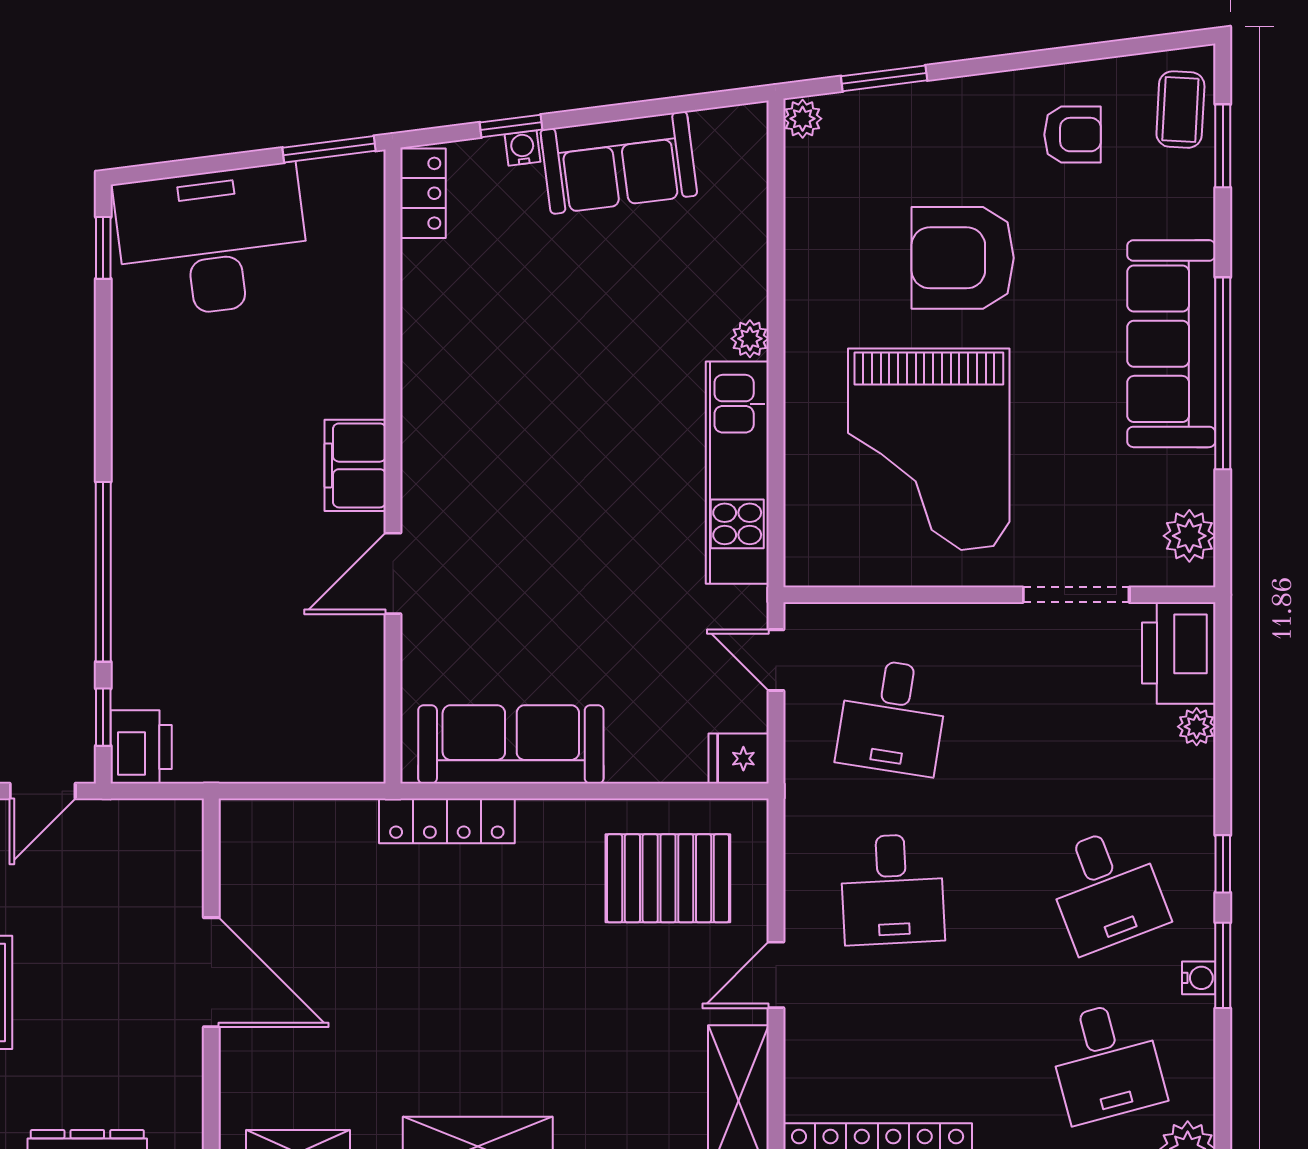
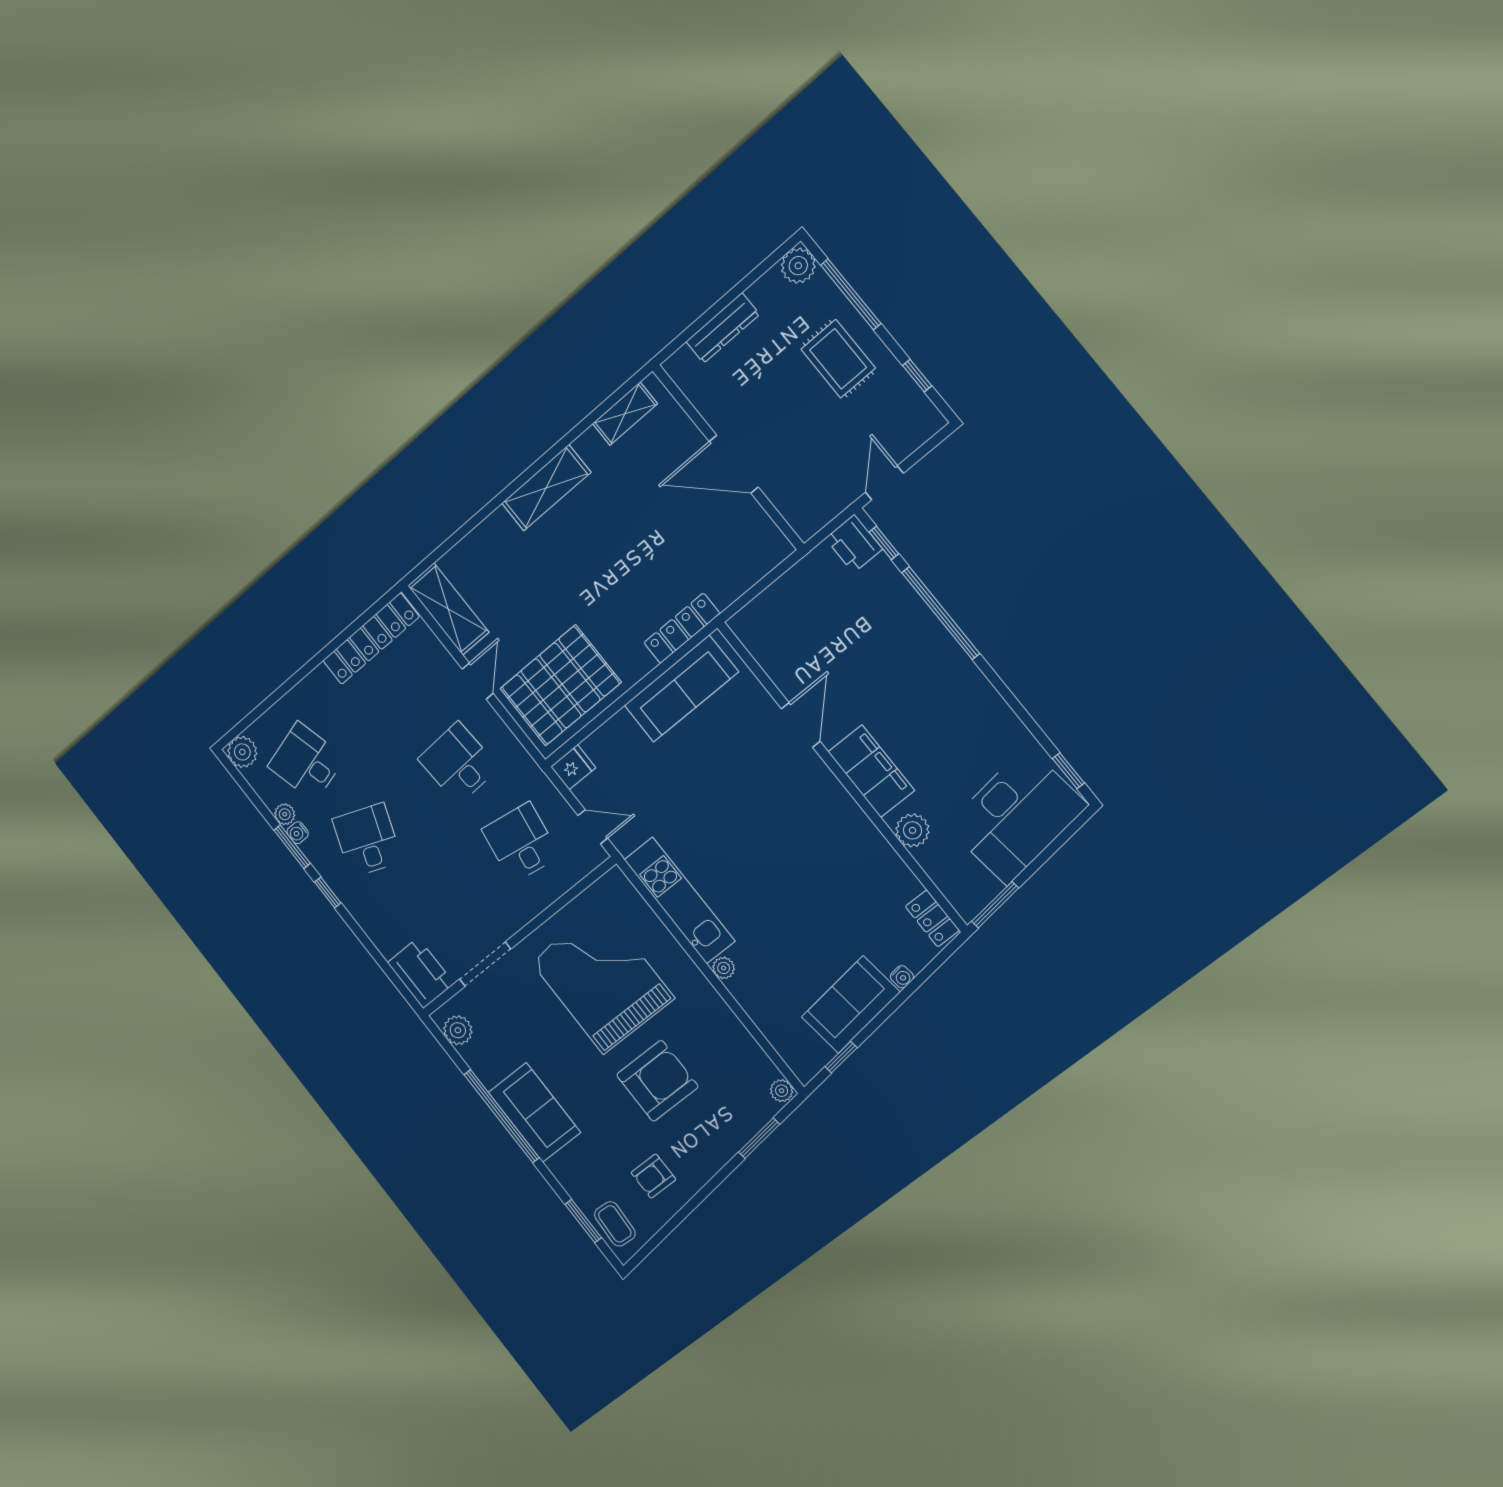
window: (511, 126) -> (841, 1057), moved
plant: (358, 326) -> (912, 830), added
sofa: (1171, 344) -> (534, 1112), width x0.73
filing cabinet: (355, 465) -> (871, 771), width x1.50, depth x1.17
plant: (1197, 727) -> (285, 814), moved
pallet: (668, 878) -> (561, 685), width x1.37, depth x1.41
desk: (1106, 889) -> (367, 840), turned 42

